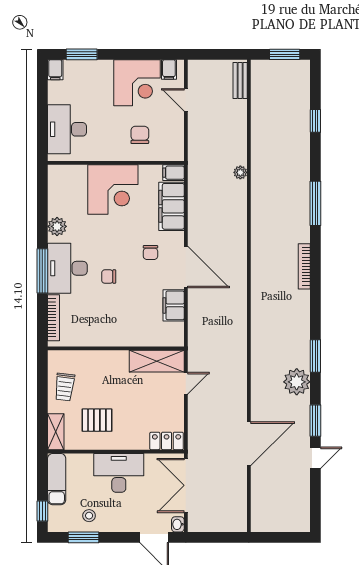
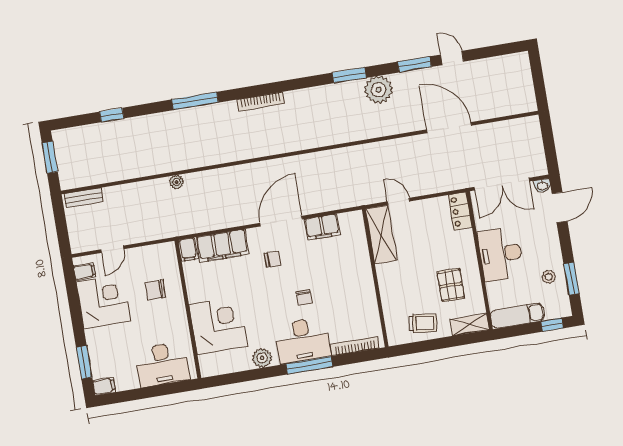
corner desk: (113, 190) -> (218, 325), moved

